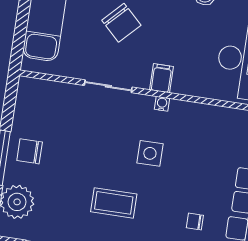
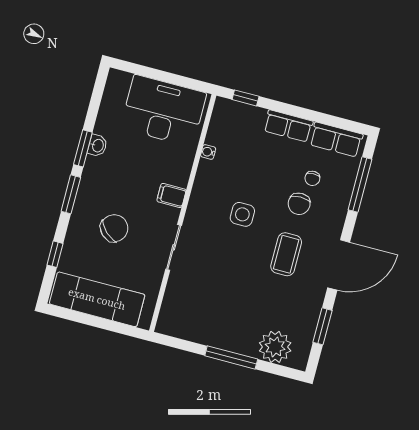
water cooler: (162, 104) -> (208, 152), moved
chair: (30, 151) -> (299, 204), moved

